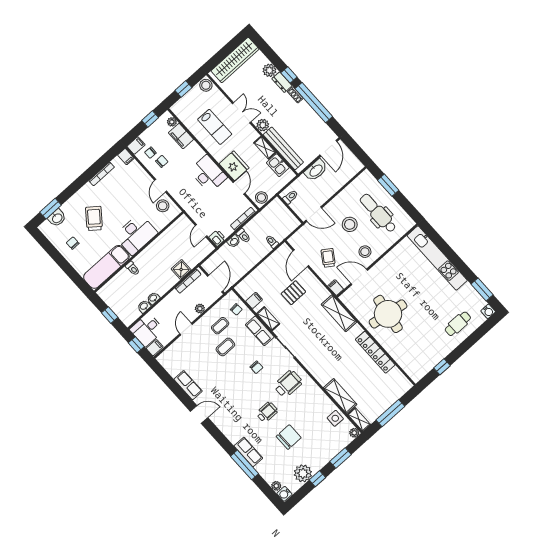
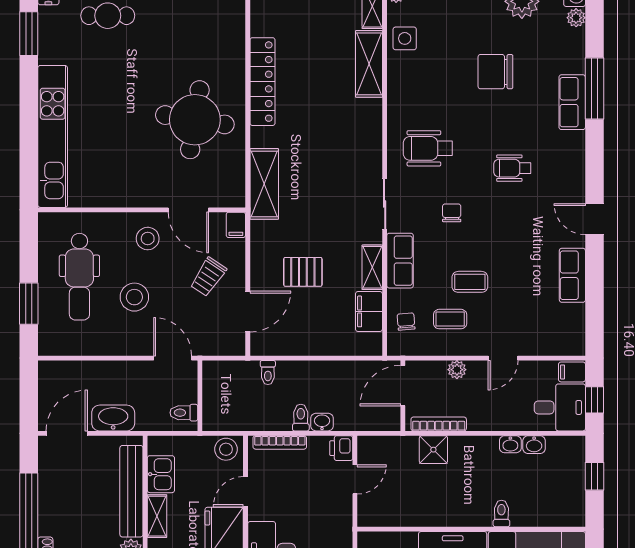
filing cabinet: (254, 300) -> (369, 311), width x2.00
wheelchair: (267, 412) -> (512, 168), moved

